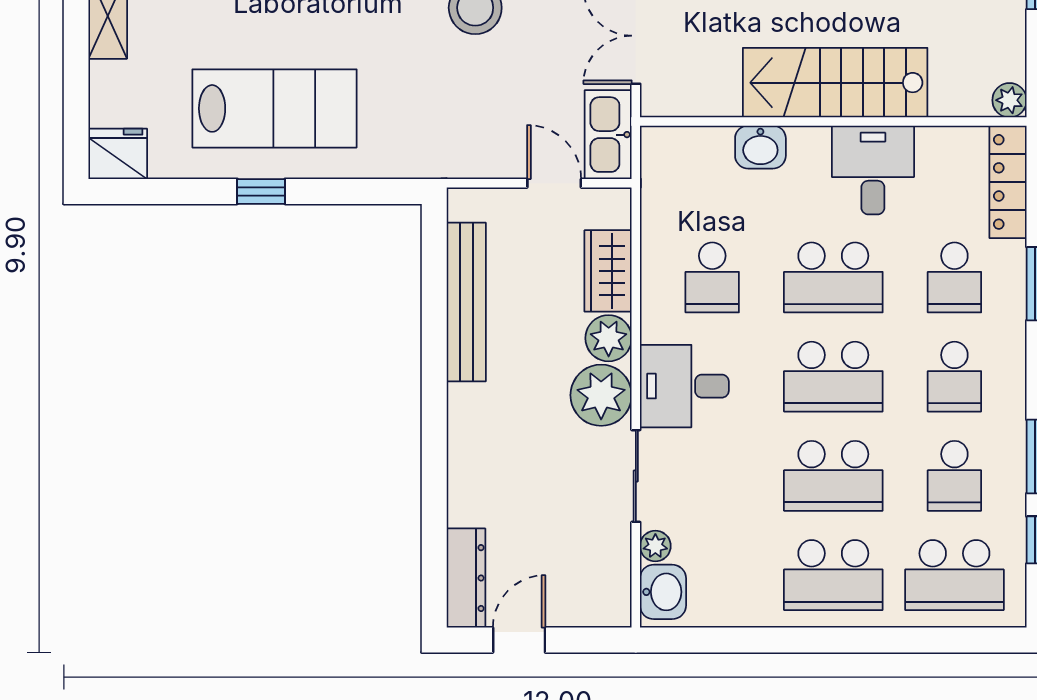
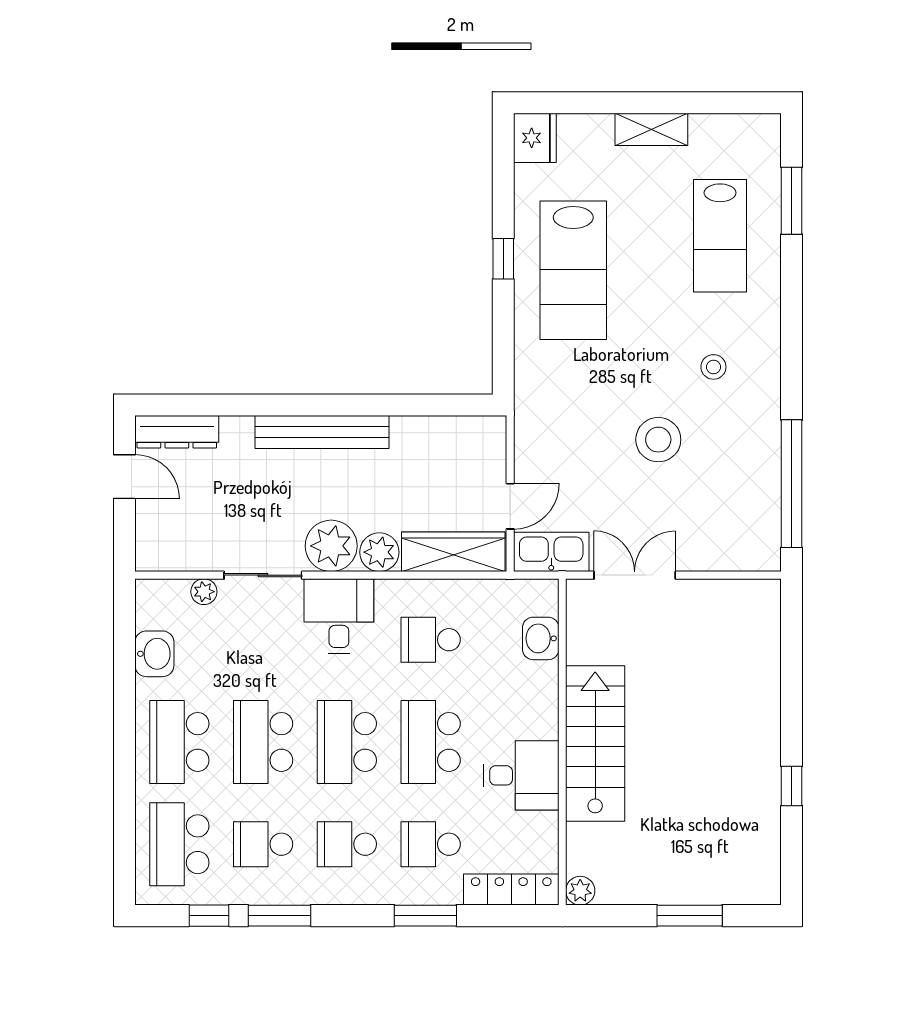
washbasin: (760, 147) -> (541, 638), moved
wardrobe: (608, 271) -> (453, 552), width x1.50
bench: (466, 302) -> (322, 432), moved
washbasin: (663, 592) -> (154, 654), moved, turned -90

